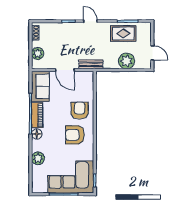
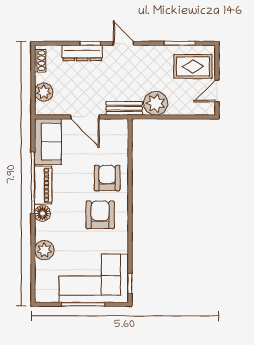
dresser: (63, 28) -> (82, 53), added
rug: (123, 33) -> (193, 66), moved
door: (152, 53) -> (217, 91), swing flipped
plant: (127, 61) -> (156, 103), moved
armchair: (75, 135) -> (100, 215), turned 90

